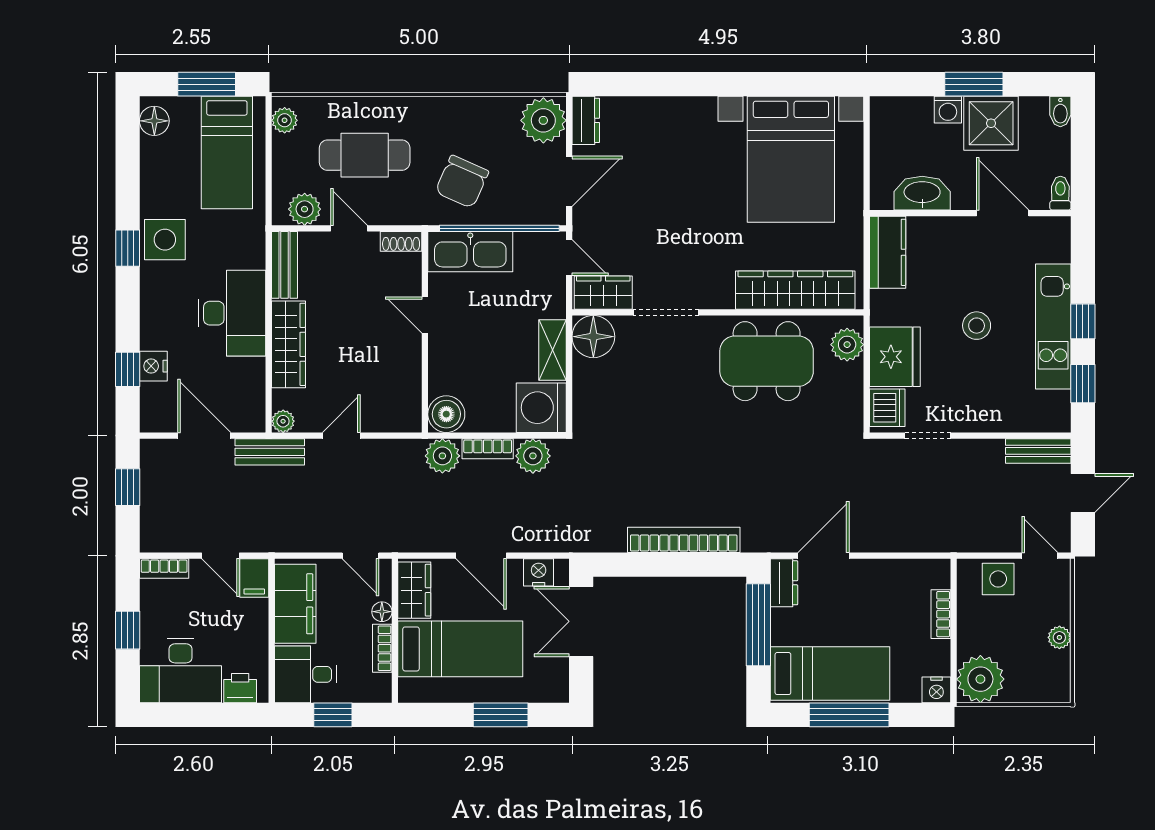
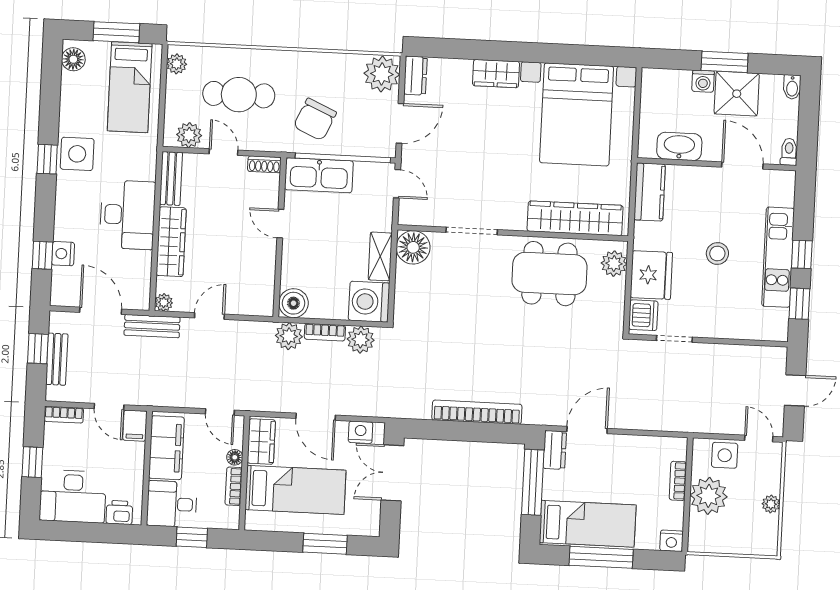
wardrobe: (603, 293) -> (496, 74), moved, turned 180
bench: (1038, 451) -> (57, 359), moved, turned 90
plant: (980, 679) -> (709, 496), moved

